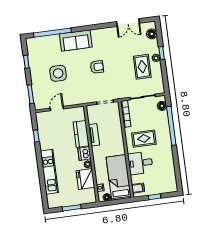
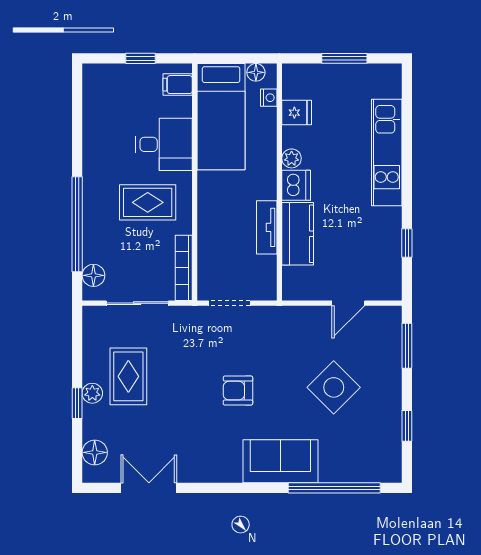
side table: (58, 73) -> (334, 387), turned 45
fridge: (85, 179) -> (297, 113), width x0.53, depth x0.75

